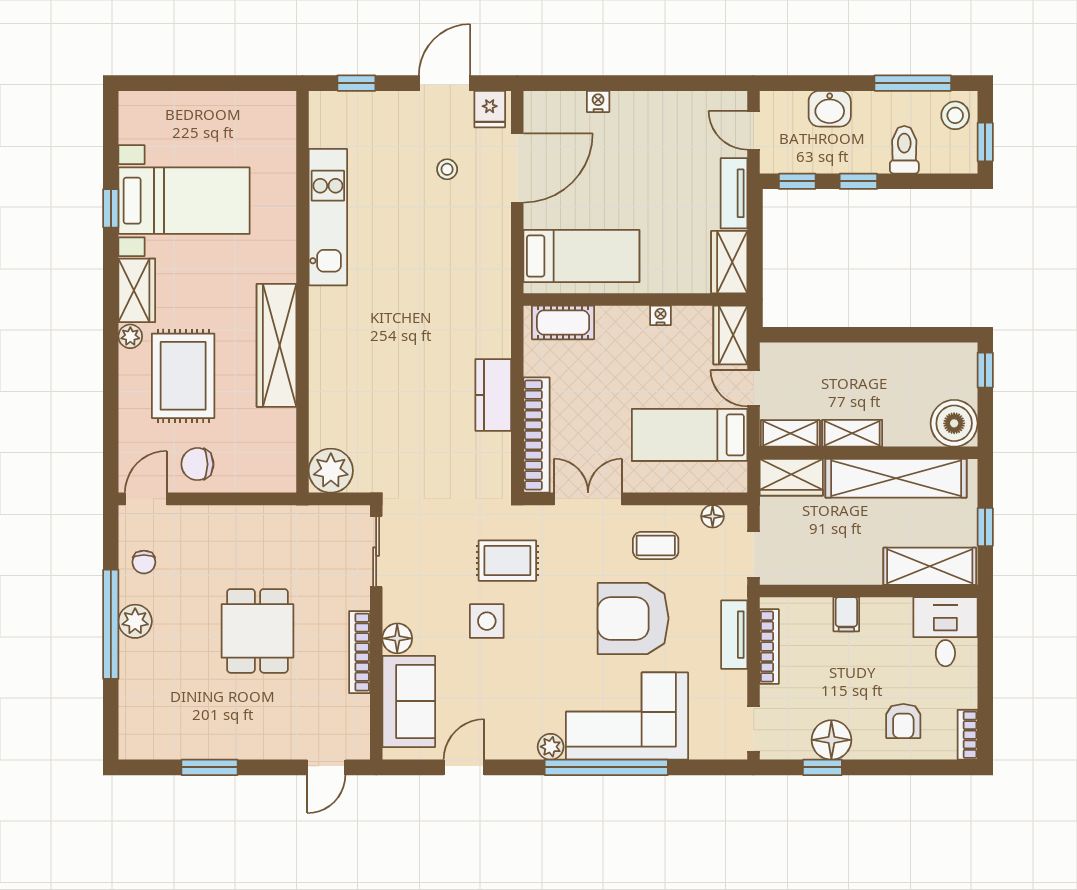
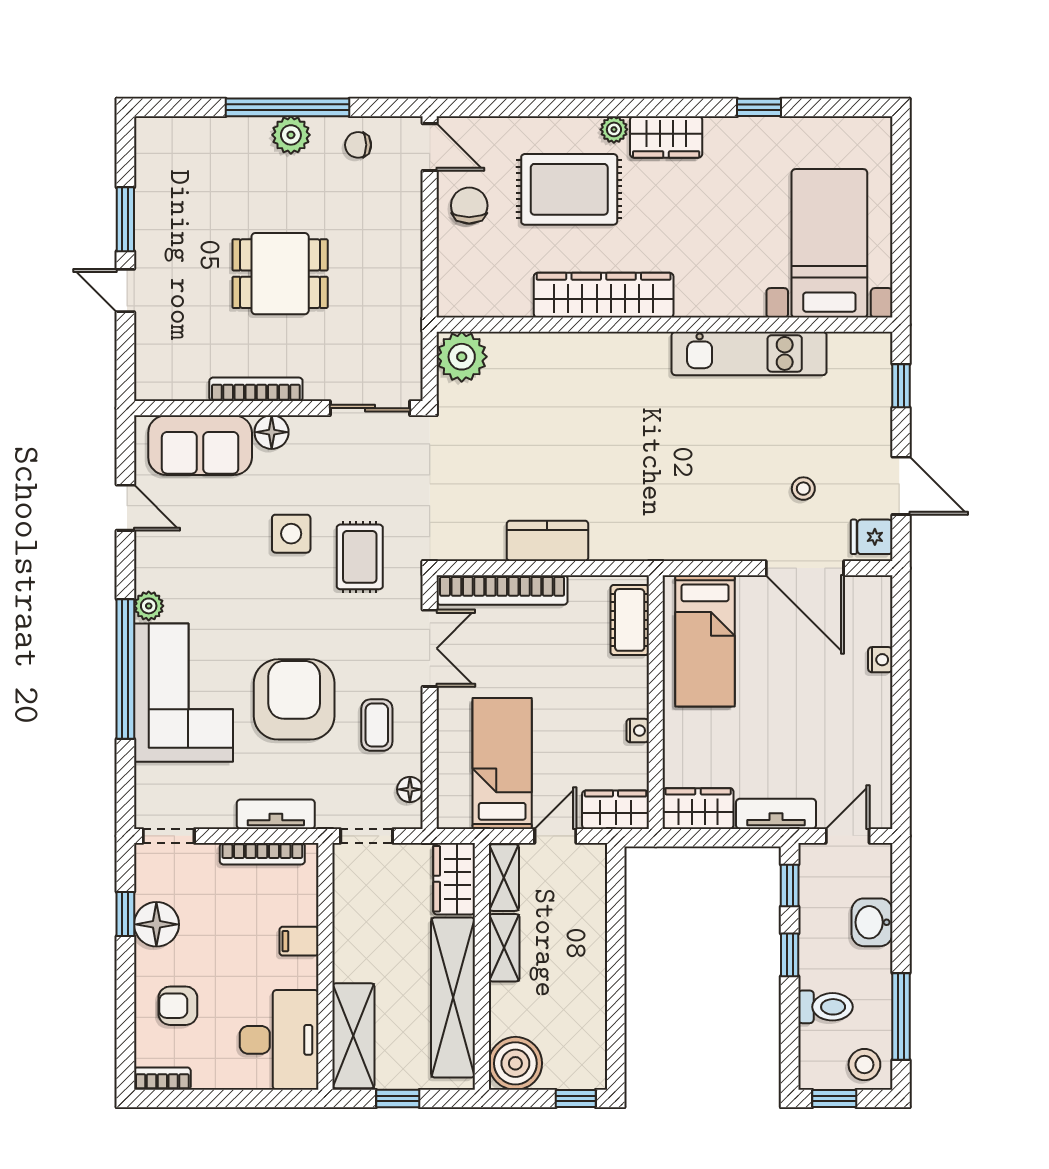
bed with nightstands: (184, 201) -> (829, 243), moved, turned 180
desk: (945, 632) -> (279, 1040), width x1.37
door: (326, 767) -> (125, 291), moved

